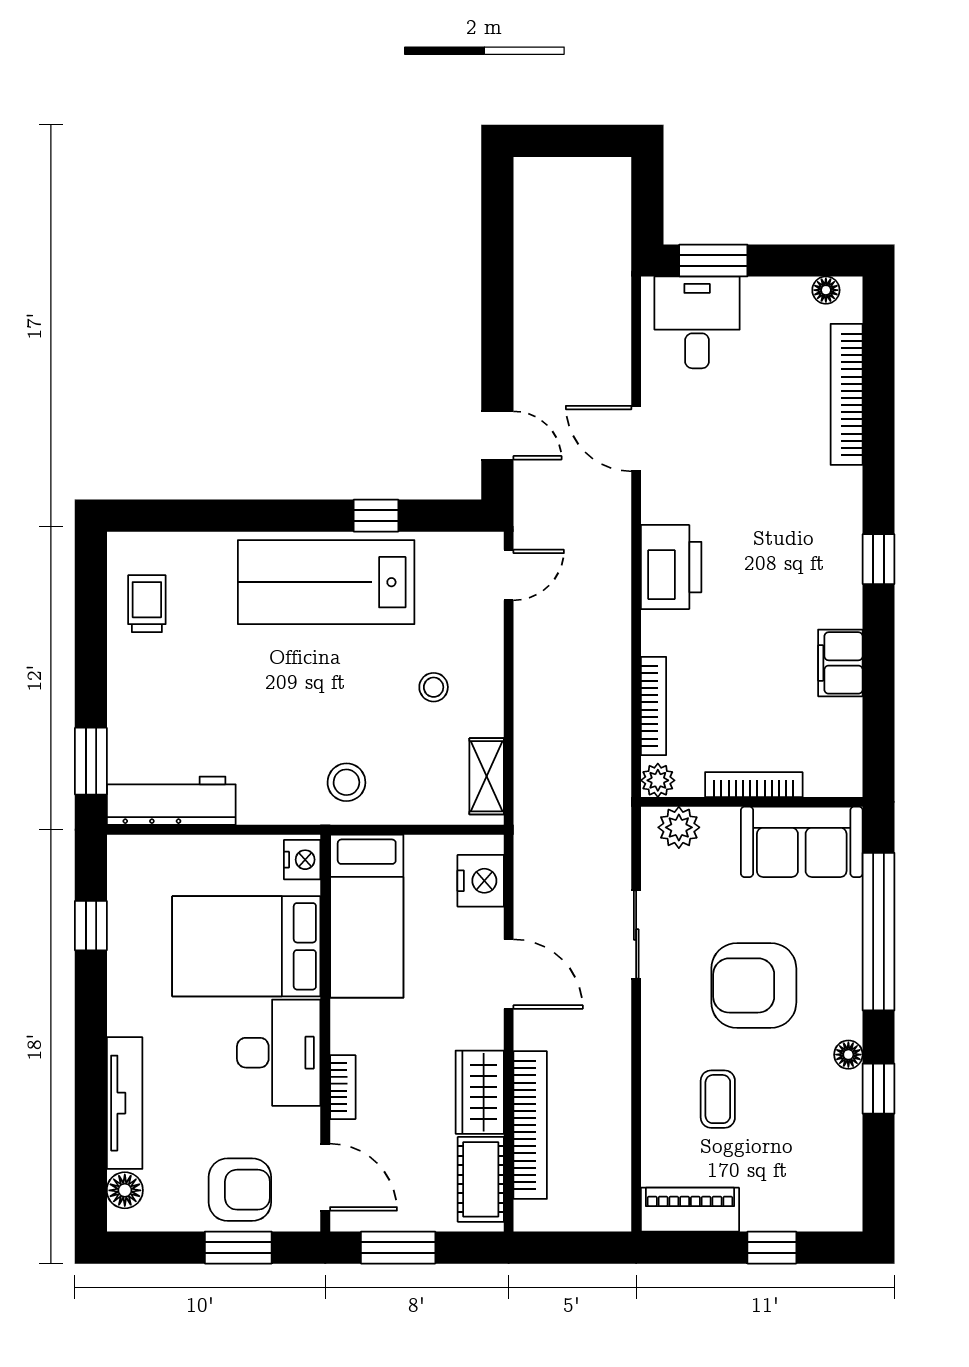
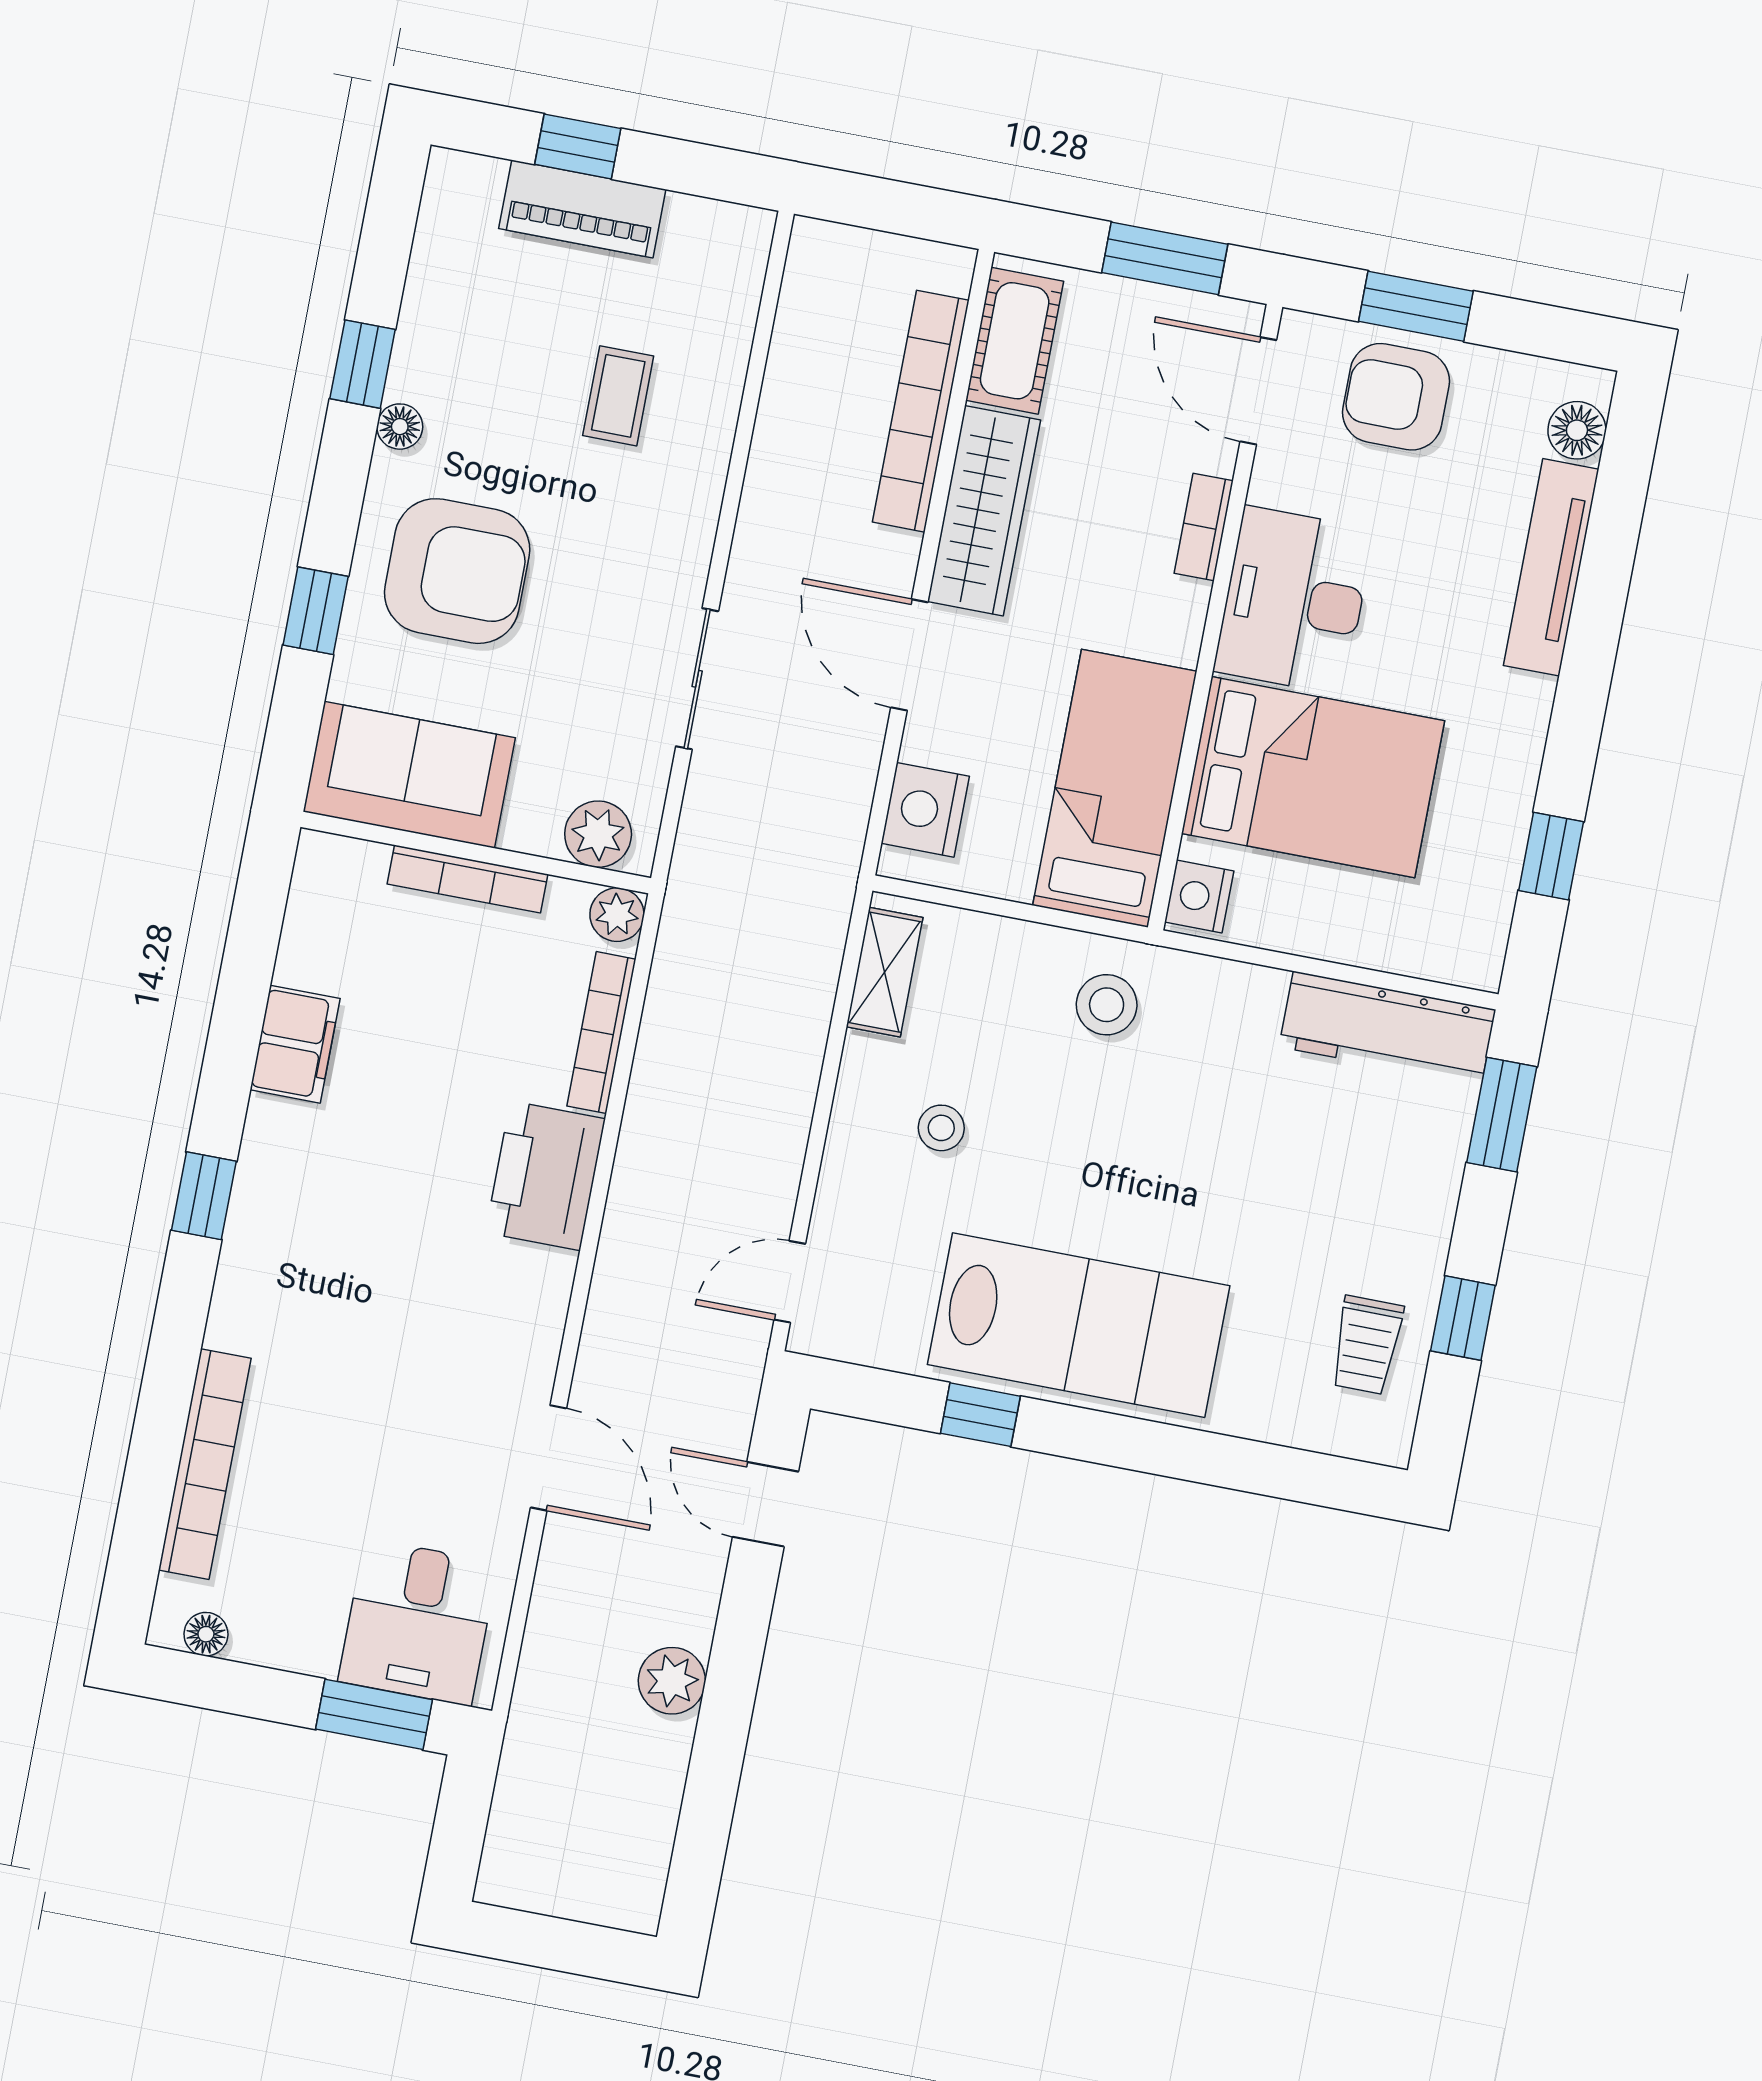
plant: (534, 316) -> (672, 1681), added
printer: (671, 567) -> (545, 1176), moved
window: (91, 632) -> (1463, 1318), added
window: (879, 932) -> (316, 611), width x0.32
armchair: (754, 985) -> (457, 571), moved
wardrobe: (480, 1092) -> (984, 511), width x1.50
piano: (690, 1210) -> (582, 209), moved

